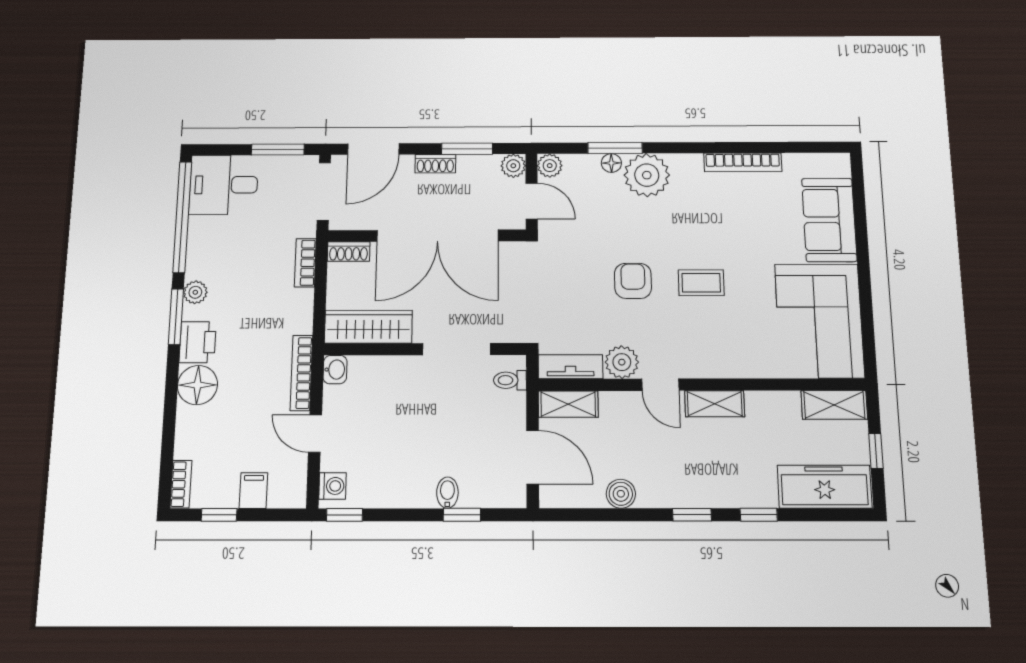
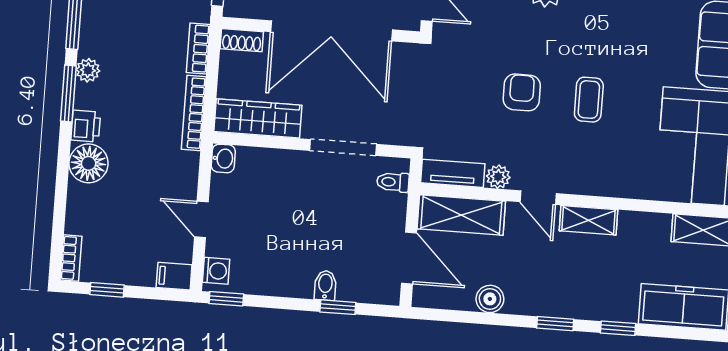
coffee table: (701, 283) -> (589, 100), turned 90
printer: (198, 342) -> (86, 126), width x0.73, depth x0.81
plant: (622, 362) -> (498, 177), width x0.73, depth x0.73
bookcase: (301, 373) -> (194, 113), moved
shelving: (568, 404) -> (461, 215), width x1.50, depth x1.33
filing cabinet: (253, 491) -> (174, 276), moved, turned -90

